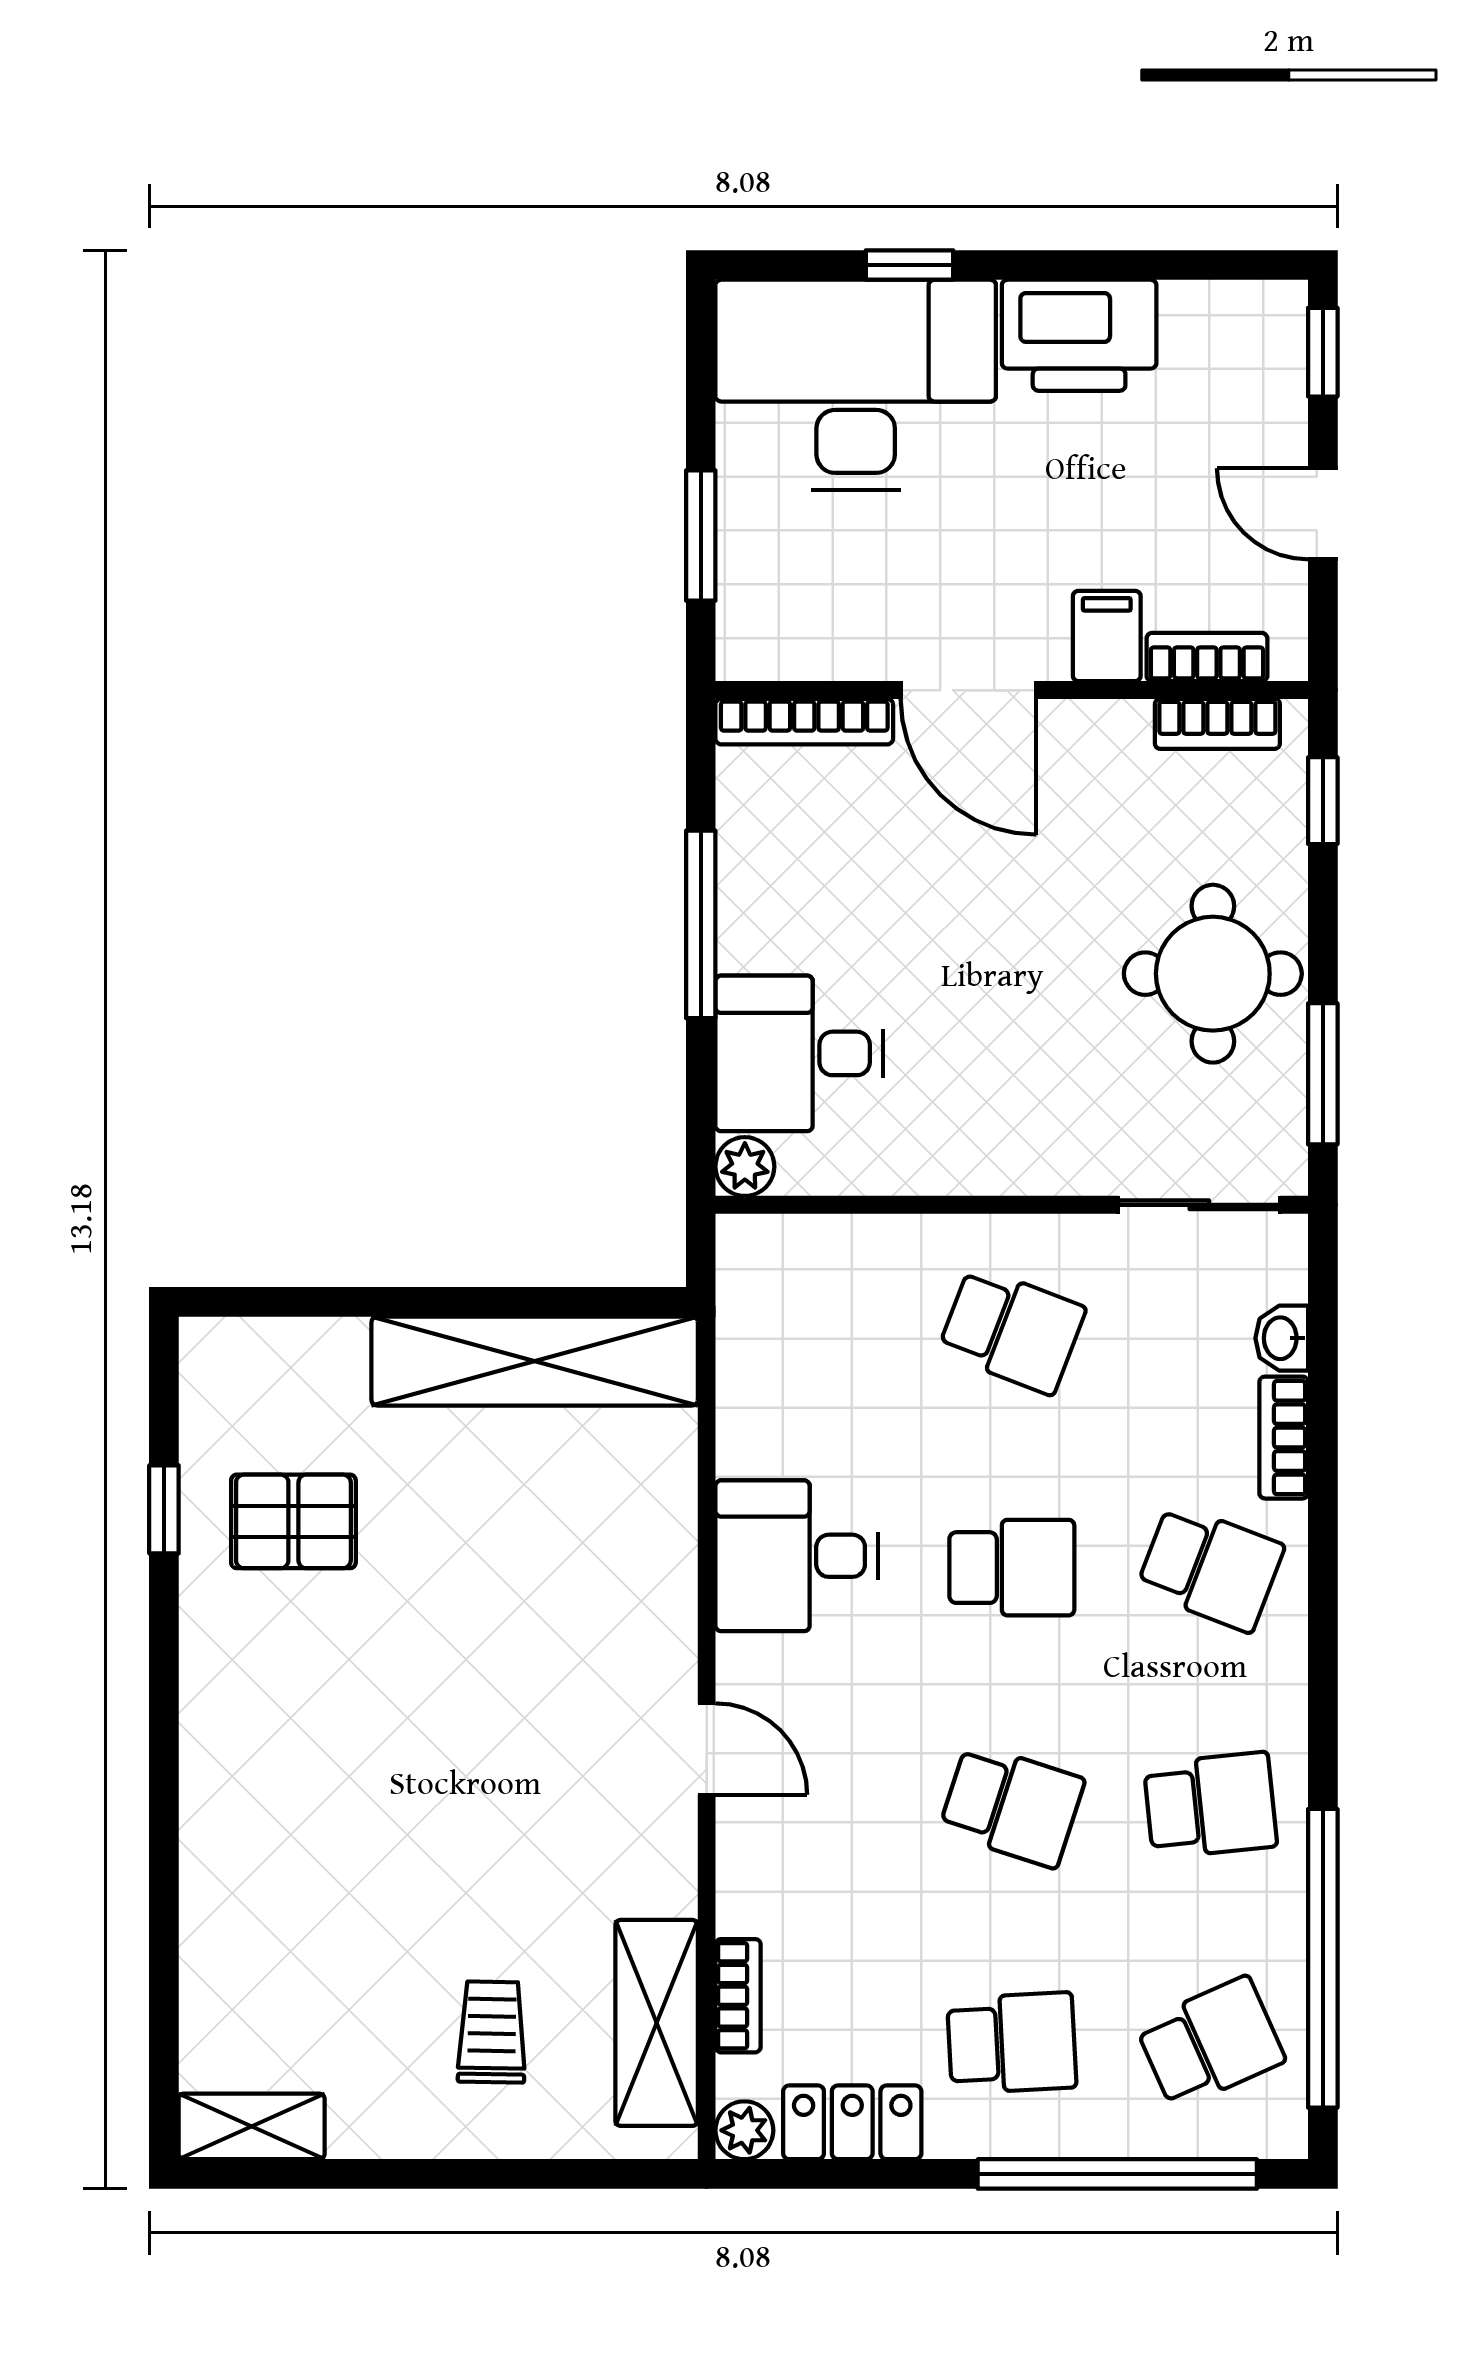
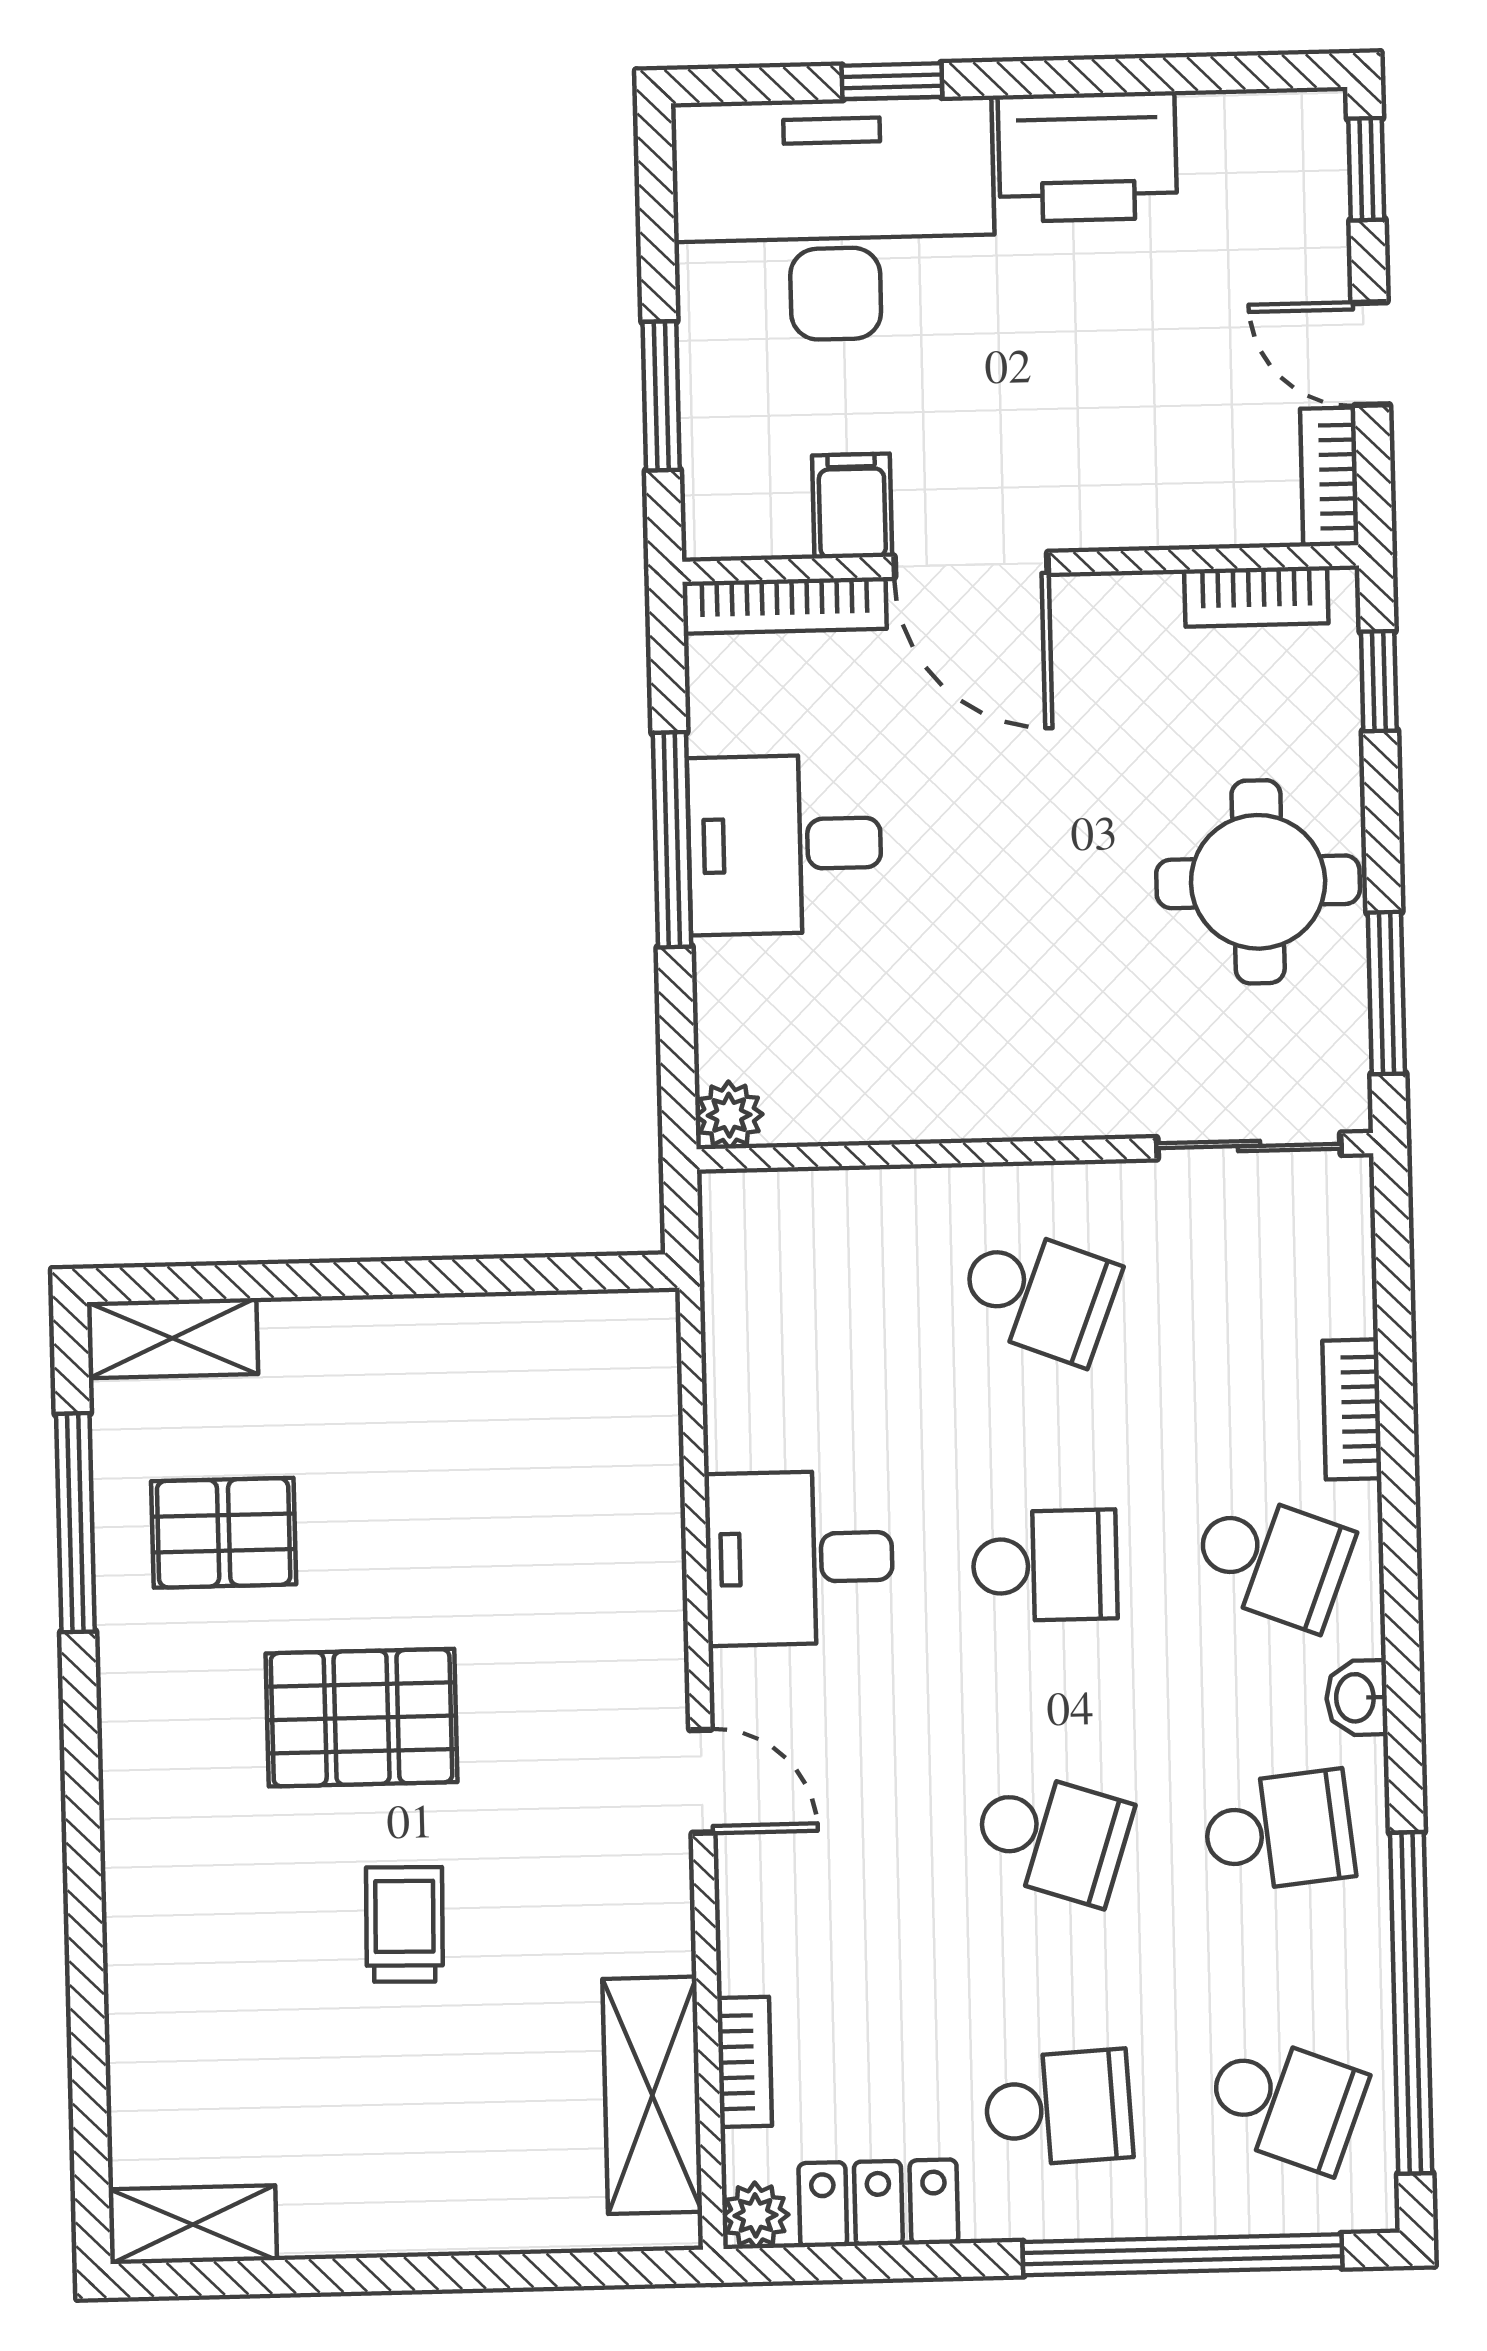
filing cabinet: (1107, 636) -> (852, 506), moved
bookcase: (1207, 657) -> (1329, 477), moved, turned -90
desk: (799, 1053) -> (785, 845), moved
washbasin: (1282, 1338) -> (1357, 1698), moved
shelving: (535, 1361) -> (172, 1338), moved, width x0.45, depth x0.75
window: (164, 1509) -> (75, 1523), width x2.17
pallet: (410, 1686) -> (362, 1718), added
trolley: (492, 2032) -> (404, 1924), moved
school desk: (1210, 2043) -> (1285, 2103), turned 45

